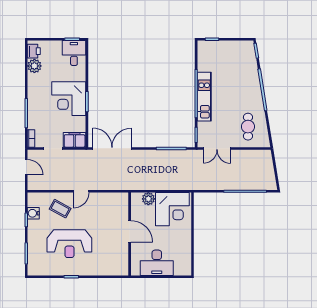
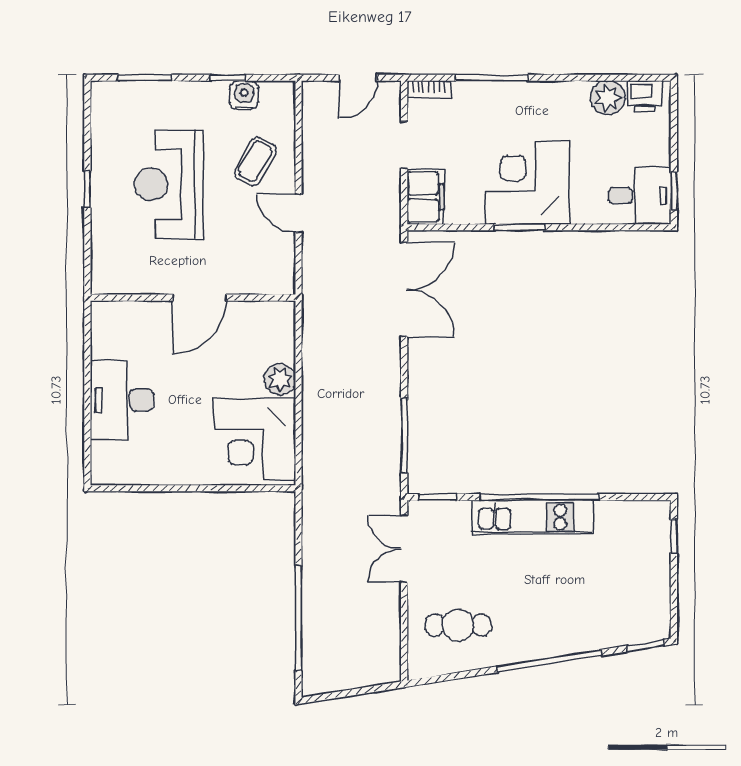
door: (130, 231) -> (199, 298), moved
wall: (130, 234) -> (193, 298), moved

